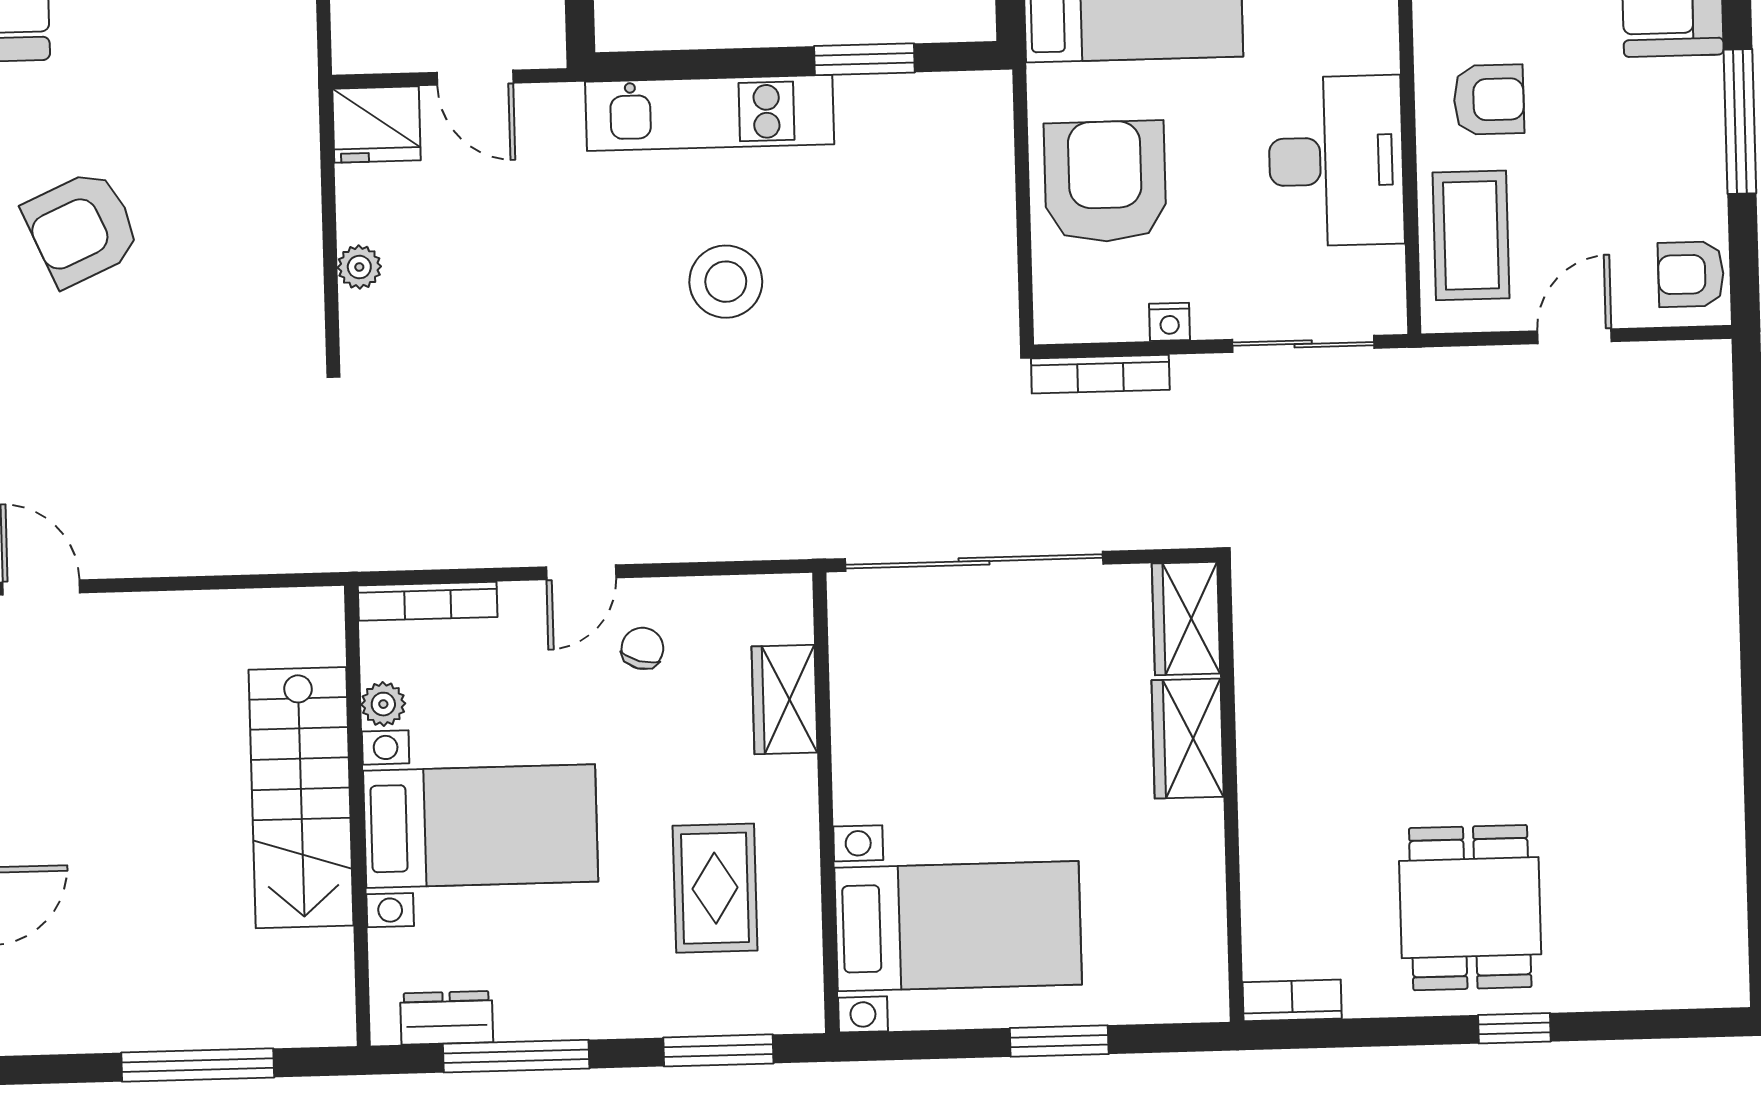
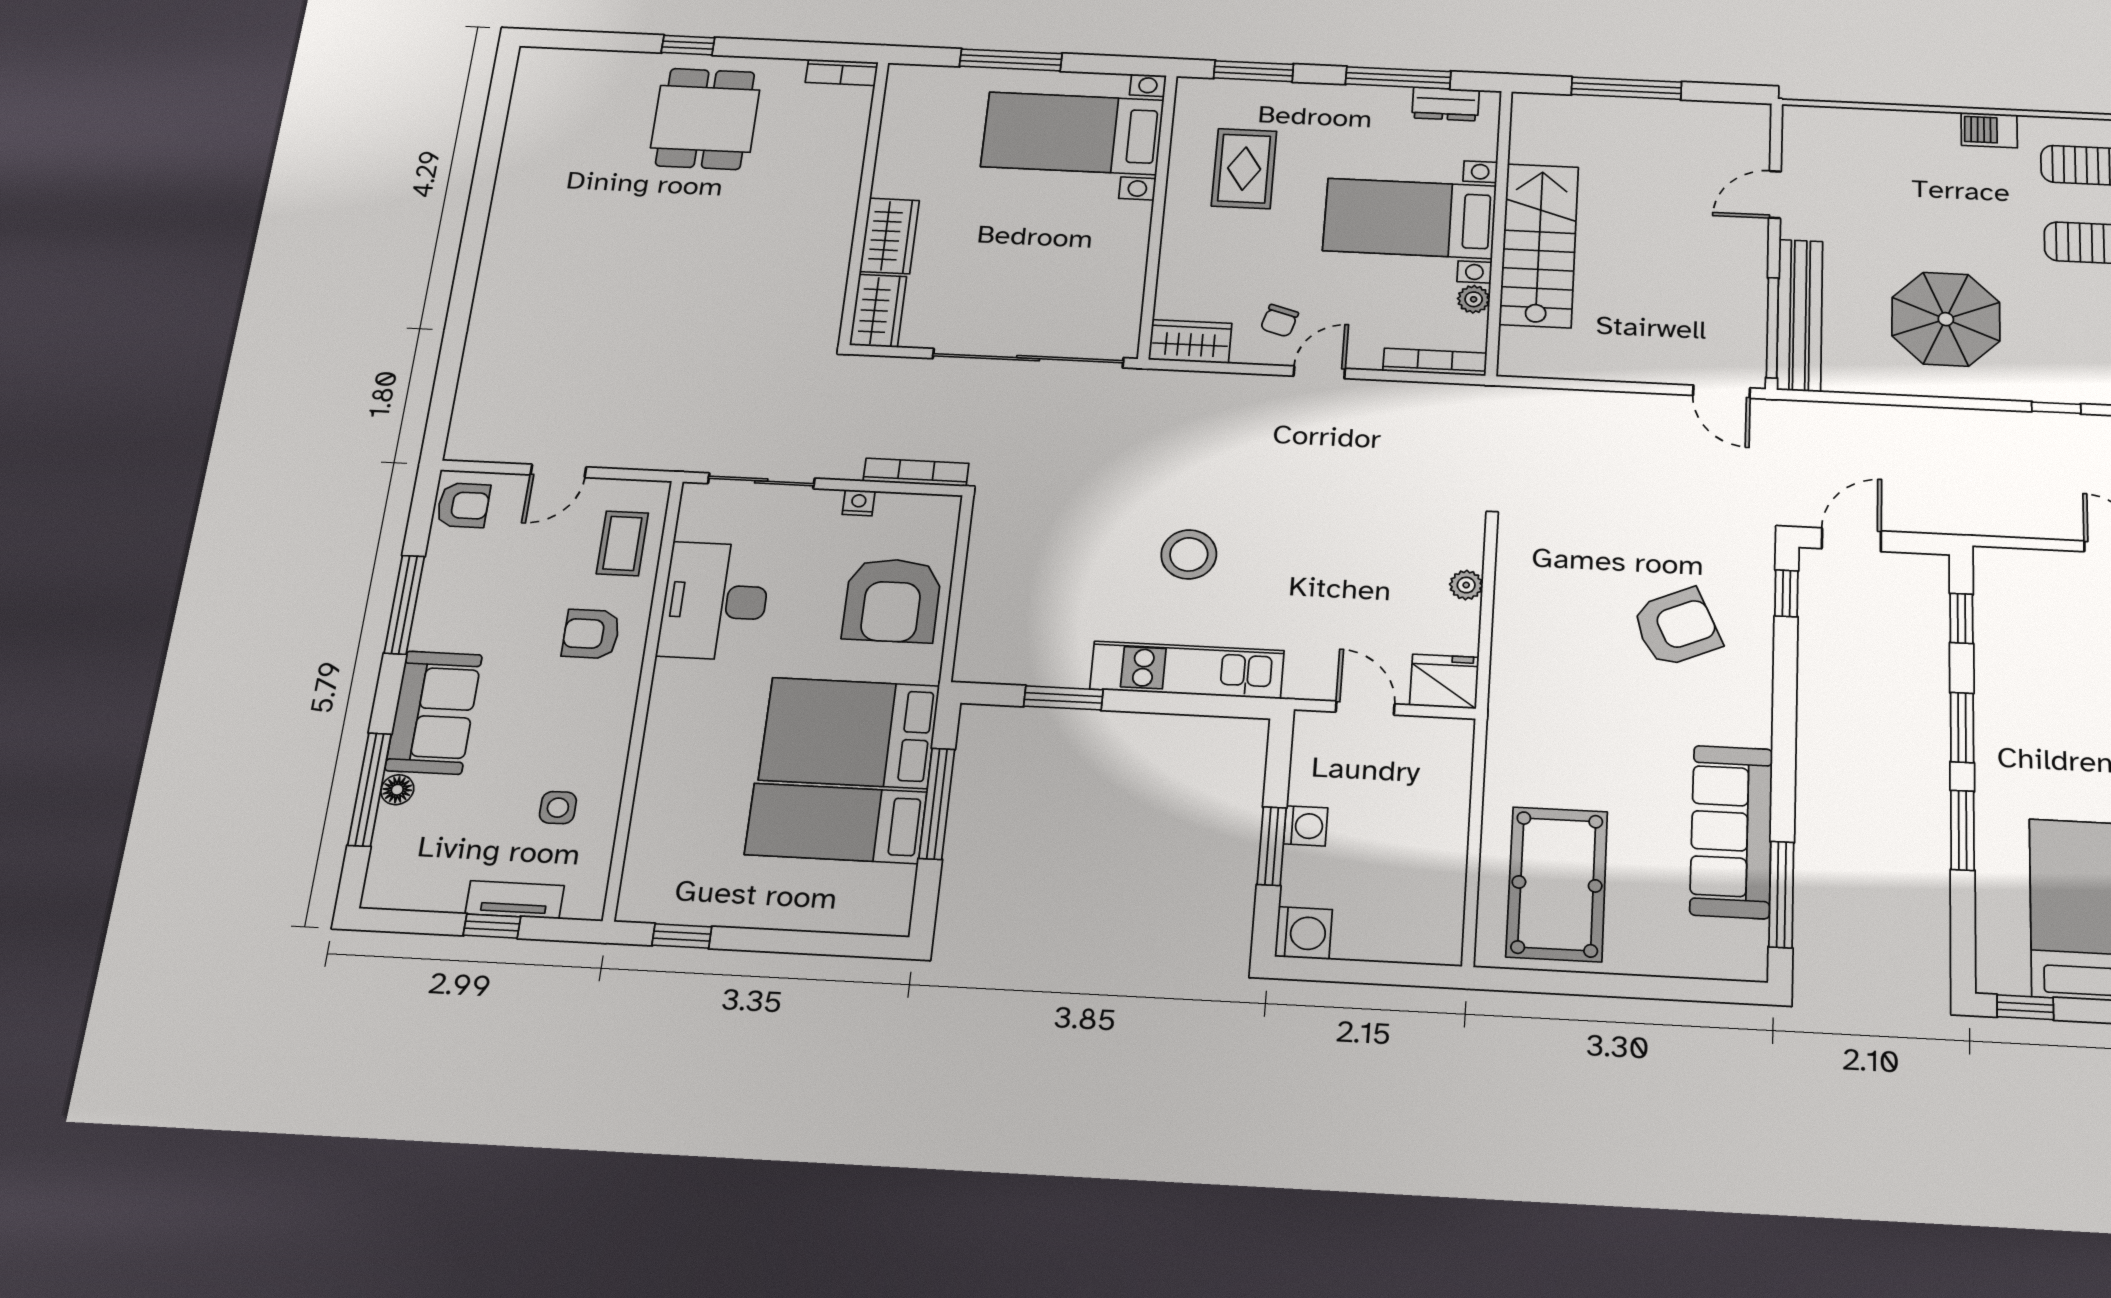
coffee table: (1471, 235) -> (622, 543), width x0.73, depth x0.77
wardrobe: (784, 700) -> (1190, 341), moved, turned -90
window: (1059, 1041) -> (1011, 60), width x1.44

